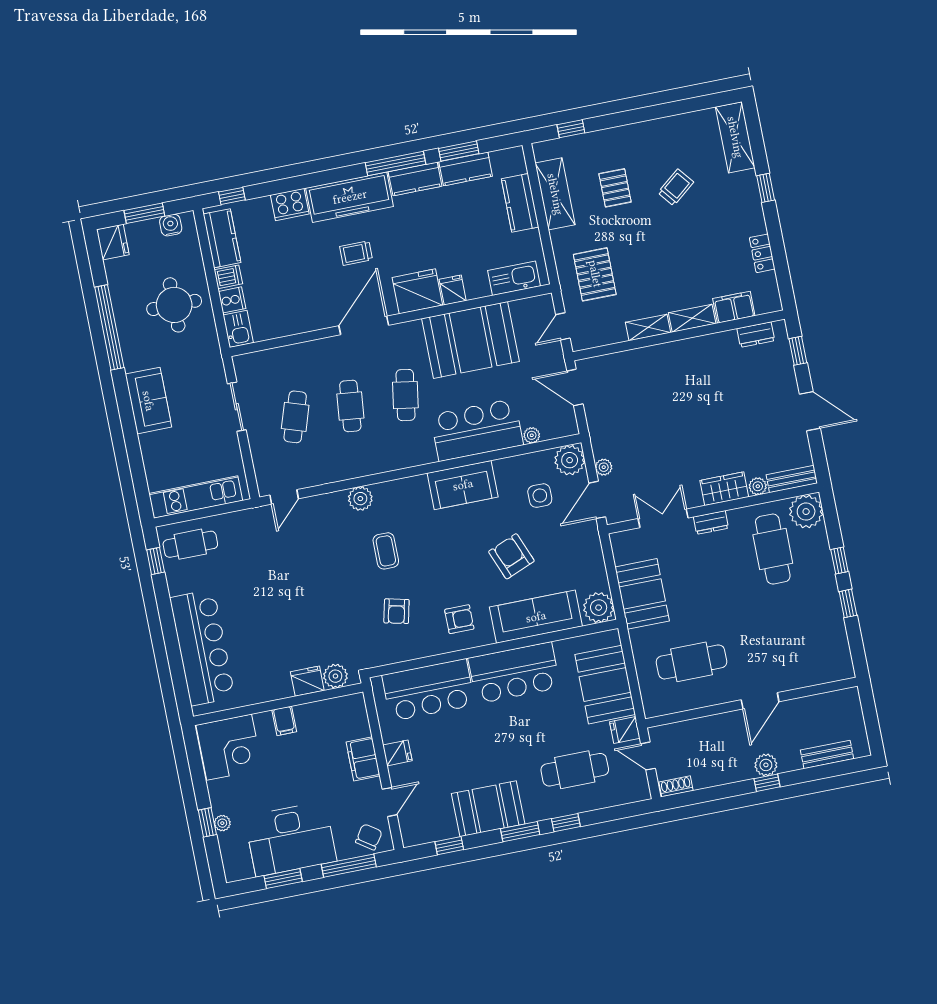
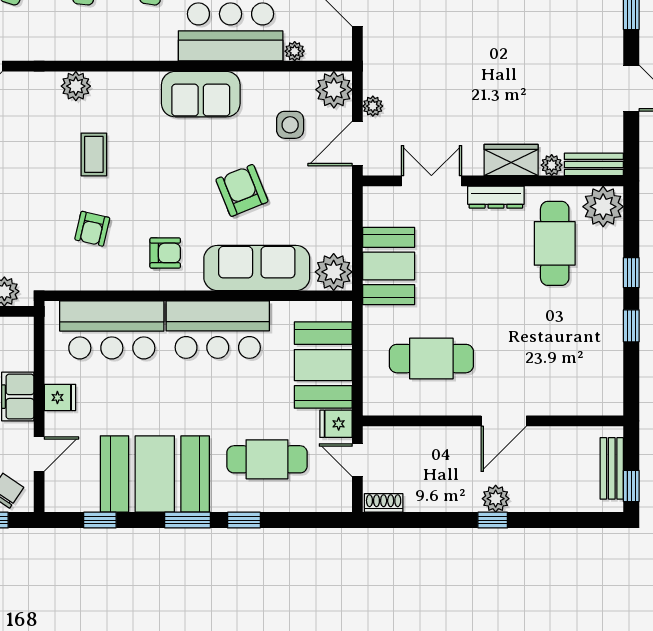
dresser: (711, 523) -> (496, 197), width x1.44
window: (874, 733) -> (631, 486), added
bench: (827, 754) -> (612, 468), moved, turned 90
booth: (488, 809) -> (155, 474), width x1.36, depth x1.42

